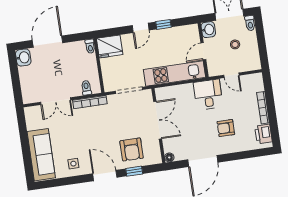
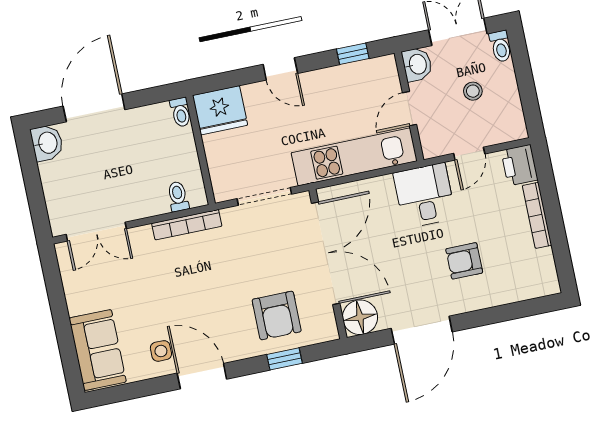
window: (163, 24) -> (353, 54), moved
door: (141, 28) -> (280, 69), hinge flipped
door: (231, 75) -> (469, 154), hinge flipped
double door: (56, 101) -> (96, 232), moved
double door: (158, 120) -> (326, 253), width x1.36
printer: (263, 134) -> (519, 165), moved
sofa: (41, 155) -> (98, 350), width x0.73
floor lamp: (169, 157) -> (360, 317), width x1.89, depth x1.89
door: (105, 175) -> (202, 376), moved

